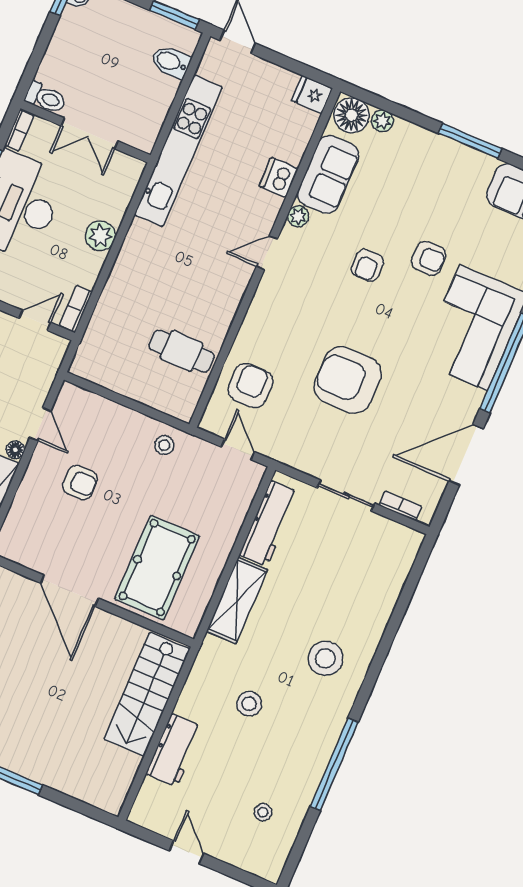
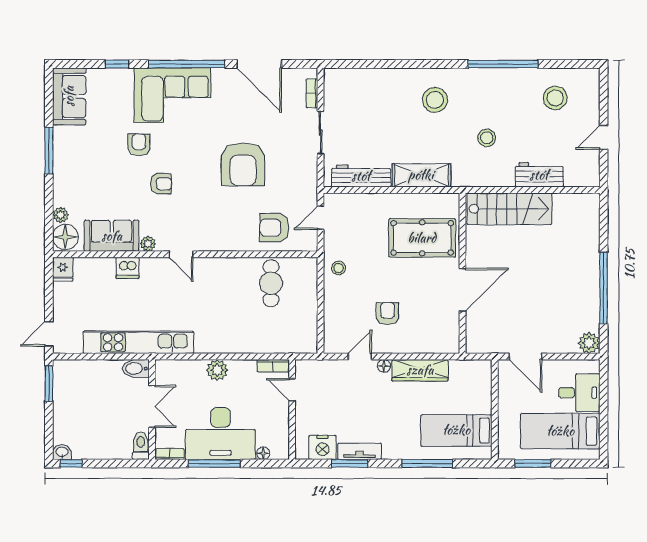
bidet: (171, 62) -> (136, 369), moved, turned 90
stool: (263, 812) -> (555, 98), width x1.89, depth x1.89

